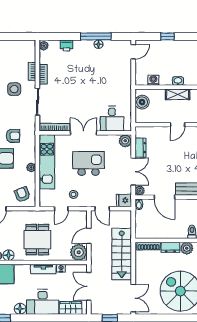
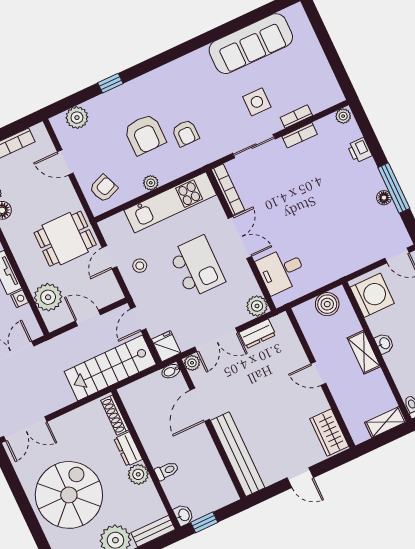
washing machine: (153, 80) -> (372, 295), width x1.89, depth x1.89
door: (61, 209) -> (109, 257), hinge flipped
dining table: (37, 240) -> (65, 239), moved
plant: (79, 252) -> (48, 297), moved
stairs: (122, 254) -> (110, 368), moved

